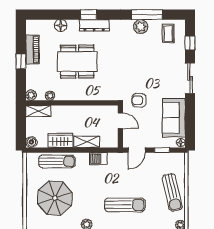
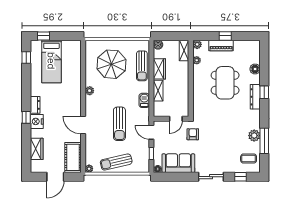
piano: (32, 50) -> (221, 45), moved
sun lounger: (125, 205) -> (119, 124), moved

